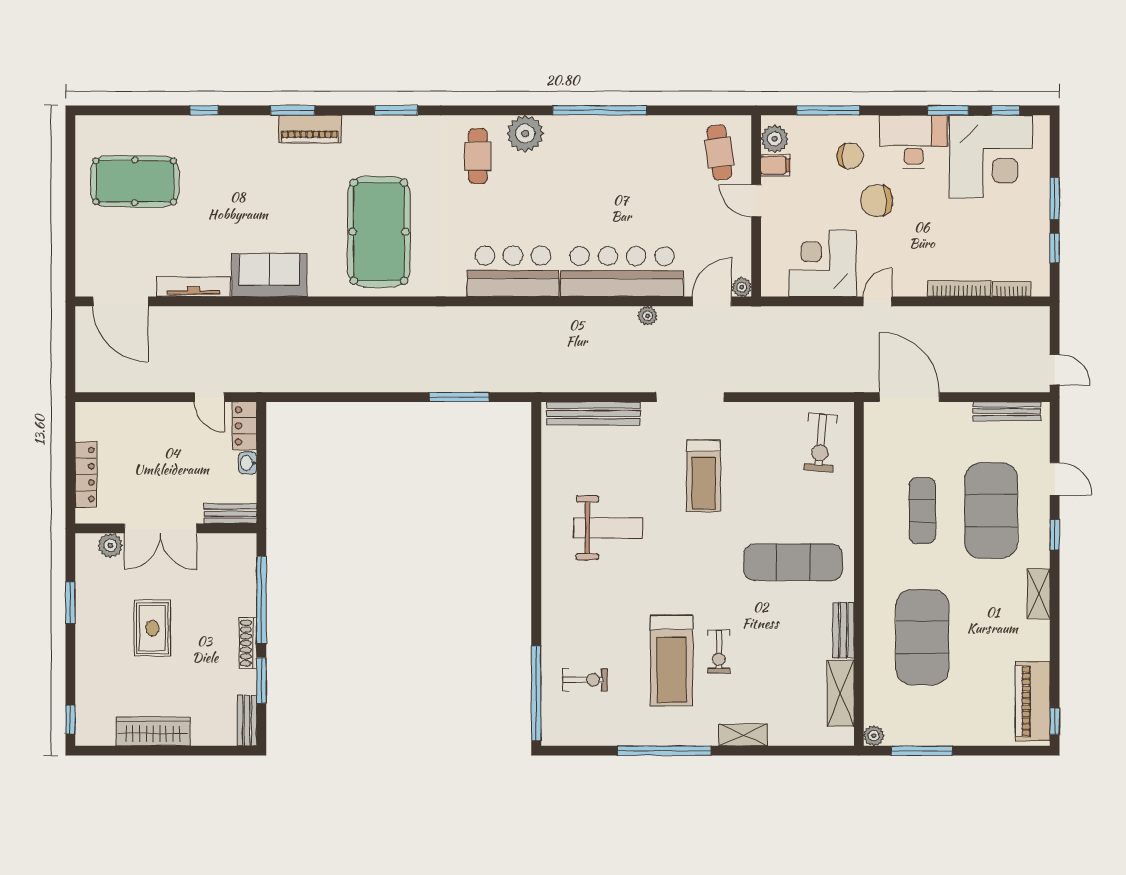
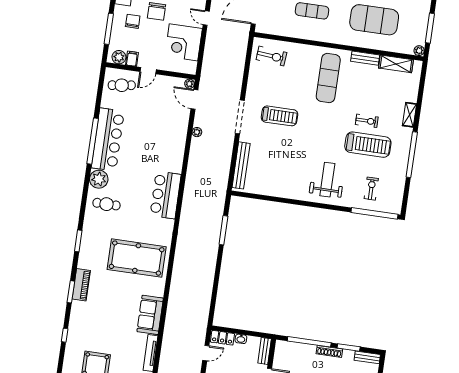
bar counter: (622, 272) -> (108, 139), moved, turned 180
weight bench: (608, 528) -> (327, 180), moved

